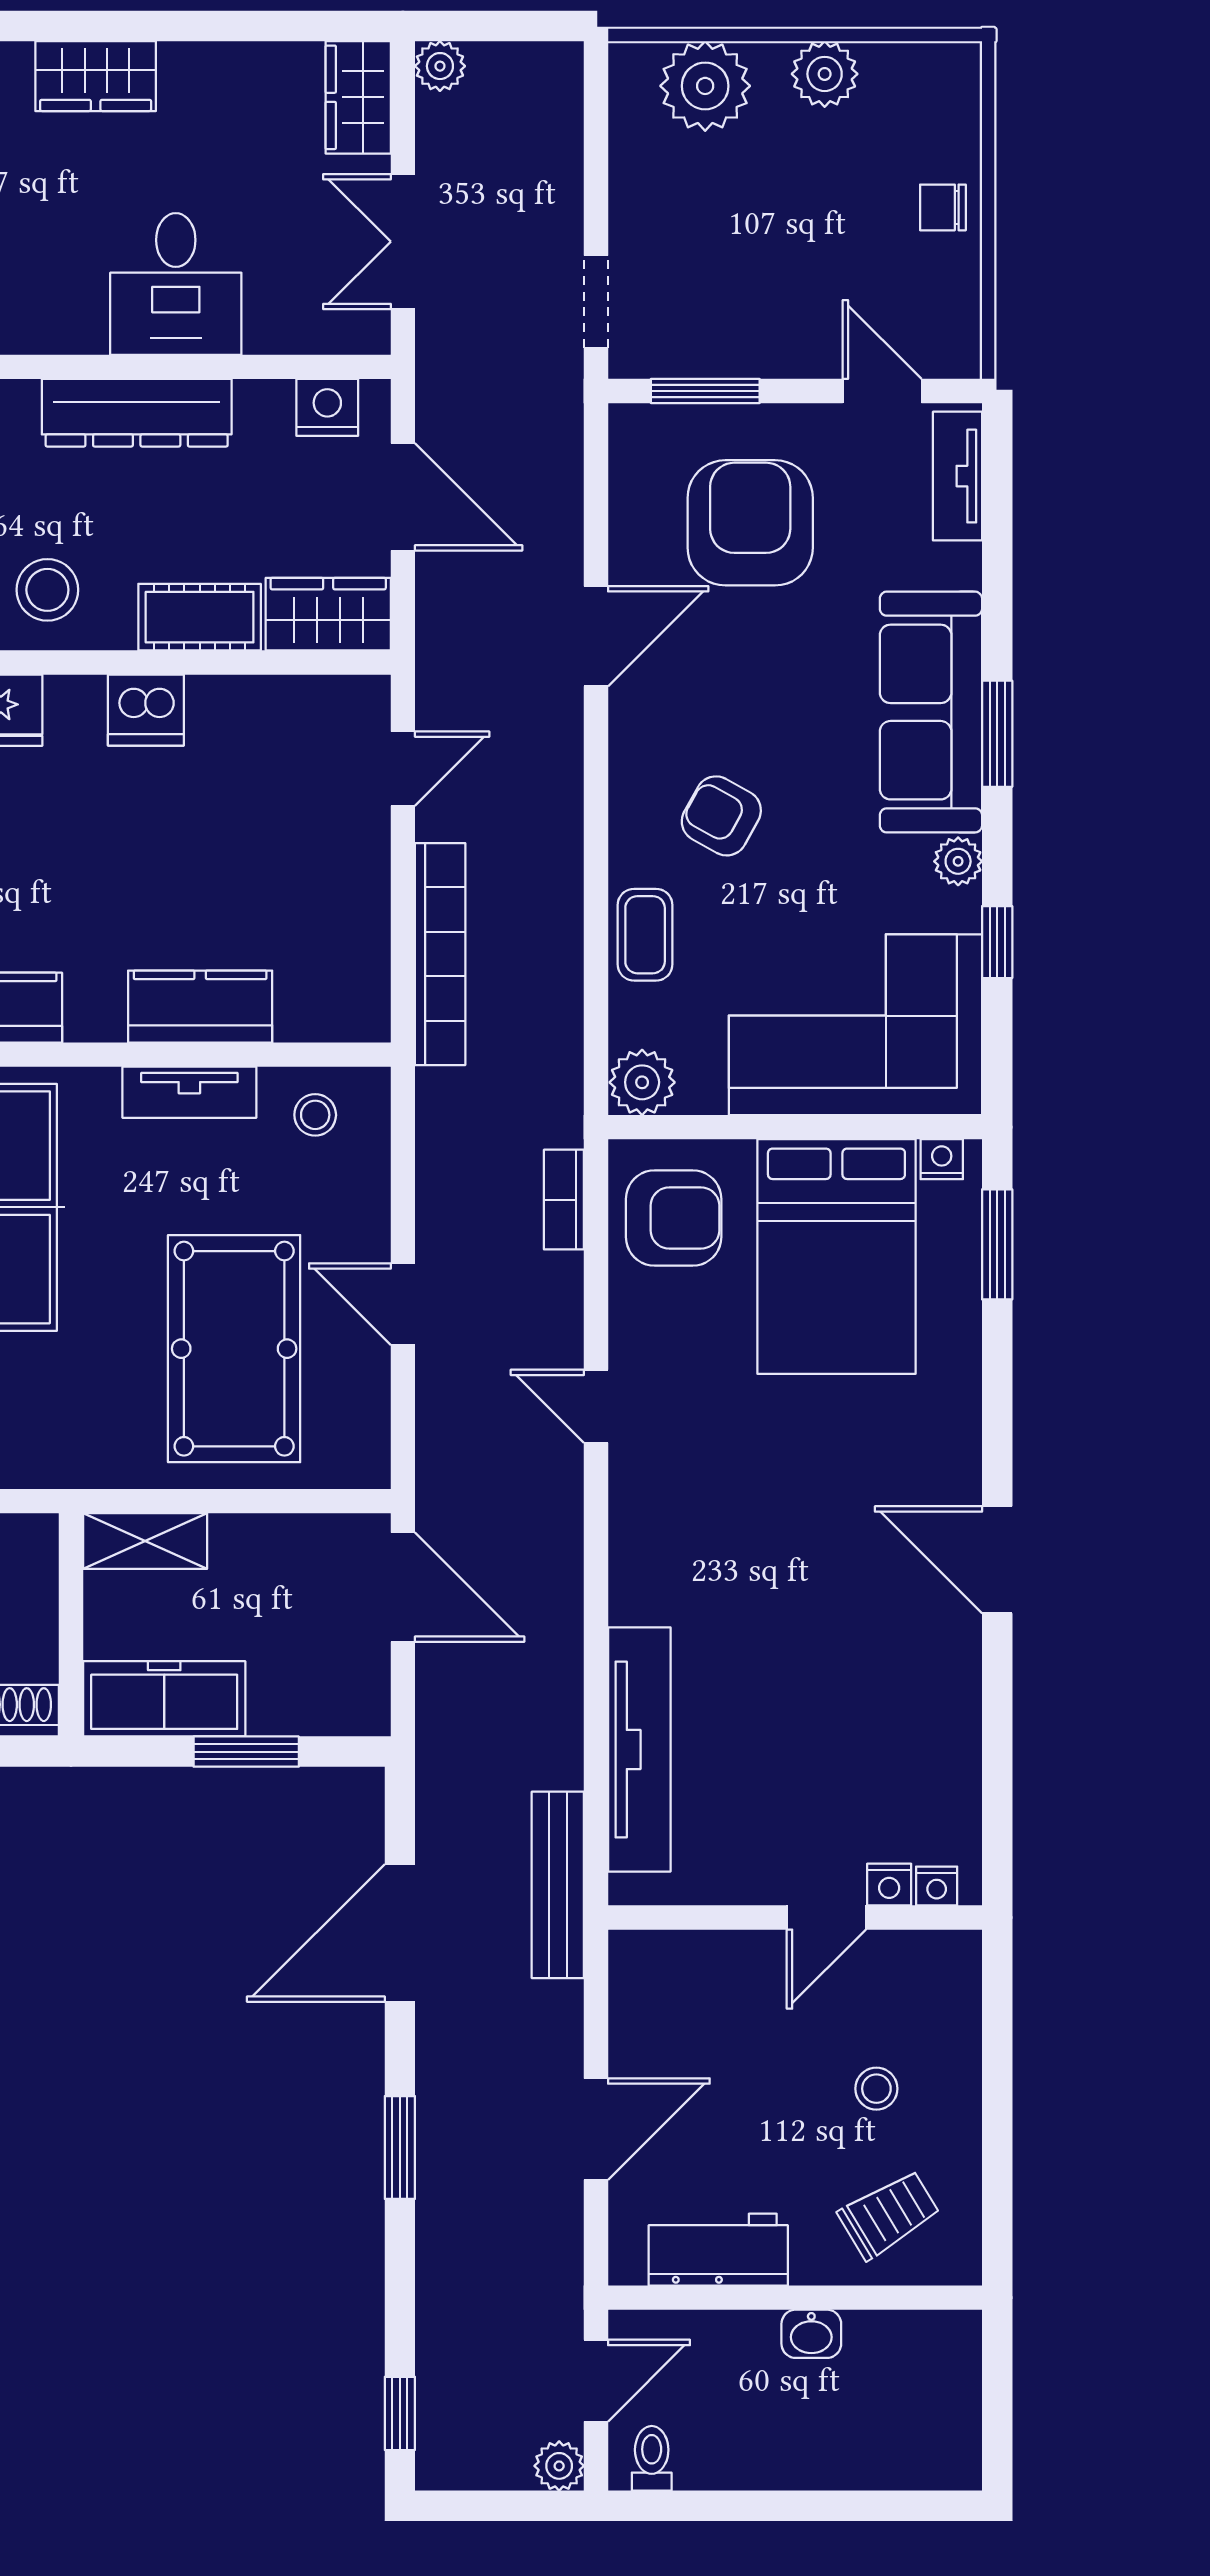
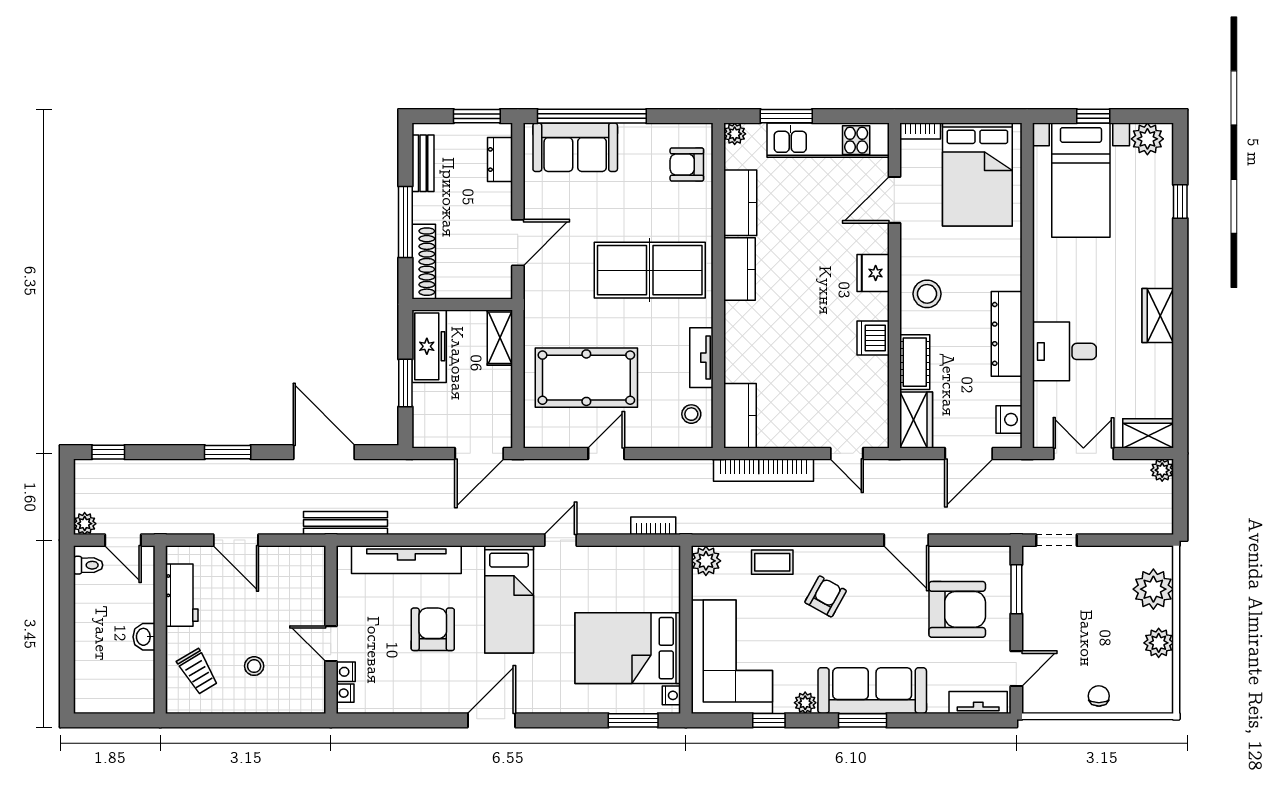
kitchen counter: (200, 1007) -> (740, 416), moved
armchair: (674, 1218) -> (433, 629), moved, turned 180
bed: (728, 1521) -> (509, 599), added

